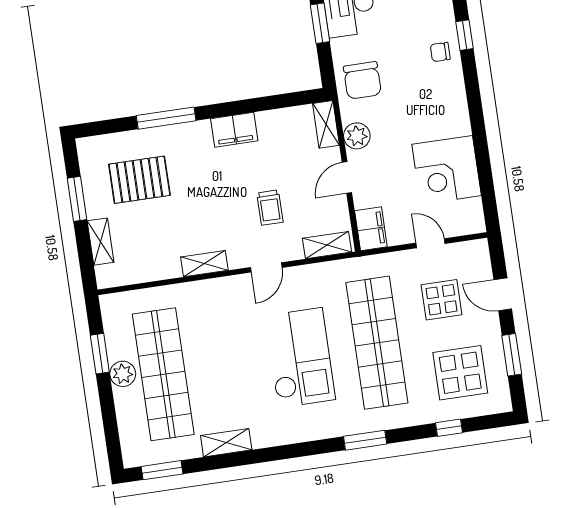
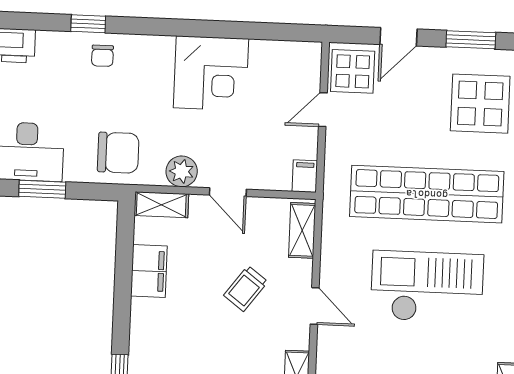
filing cabinet: (234, 130) -> (149, 271), moved
corner desk: (447, 170) -> (211, 73), moved
trolley: (270, 208) -> (246, 288), turned 127
filing cabinet: (371, 229) -> (305, 176), width x0.50
display table: (442, 300) -> (353, 71), moved

